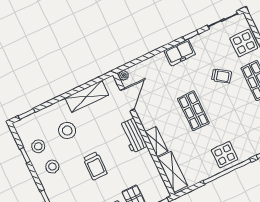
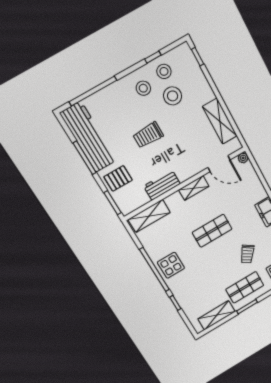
stool: (67, 131) -> (173, 96), moved
workbench: (133, 135) -> (162, 185), moved
shelving: (156, 141) -> (194, 188), moved

